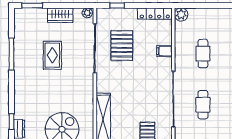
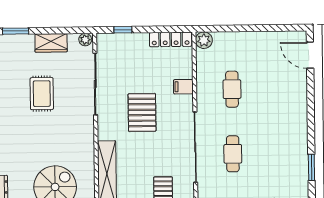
pallet: (122, 46) -> (142, 112), moved

